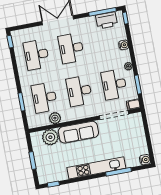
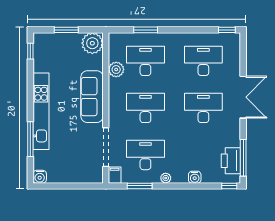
plant: (50, 137) -> (92, 43), moved

